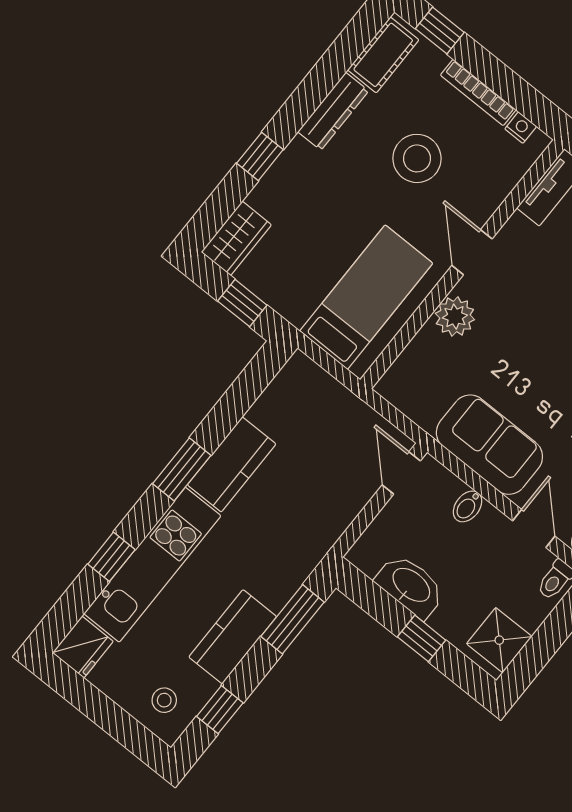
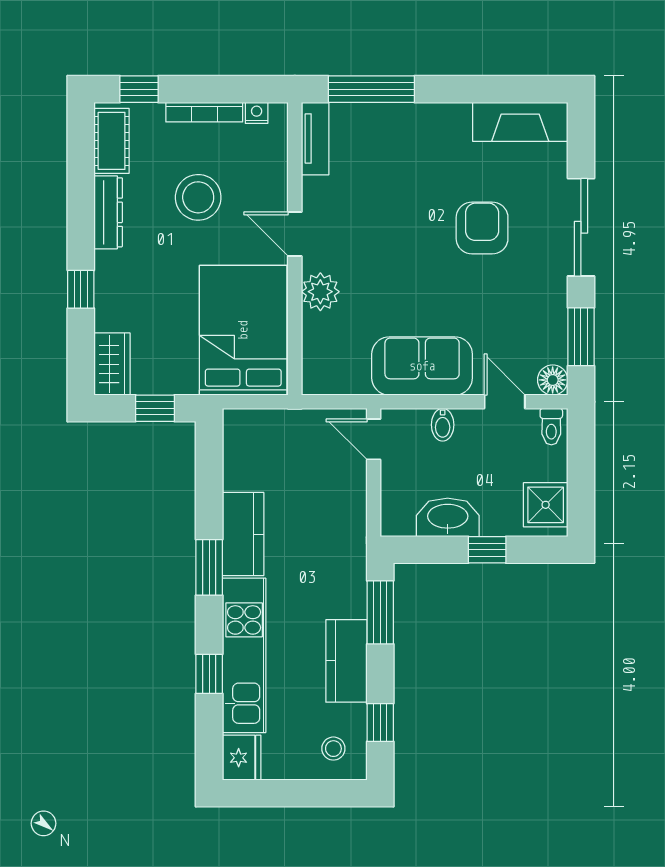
bed: (366, 297) -> (243, 330), width x1.50

